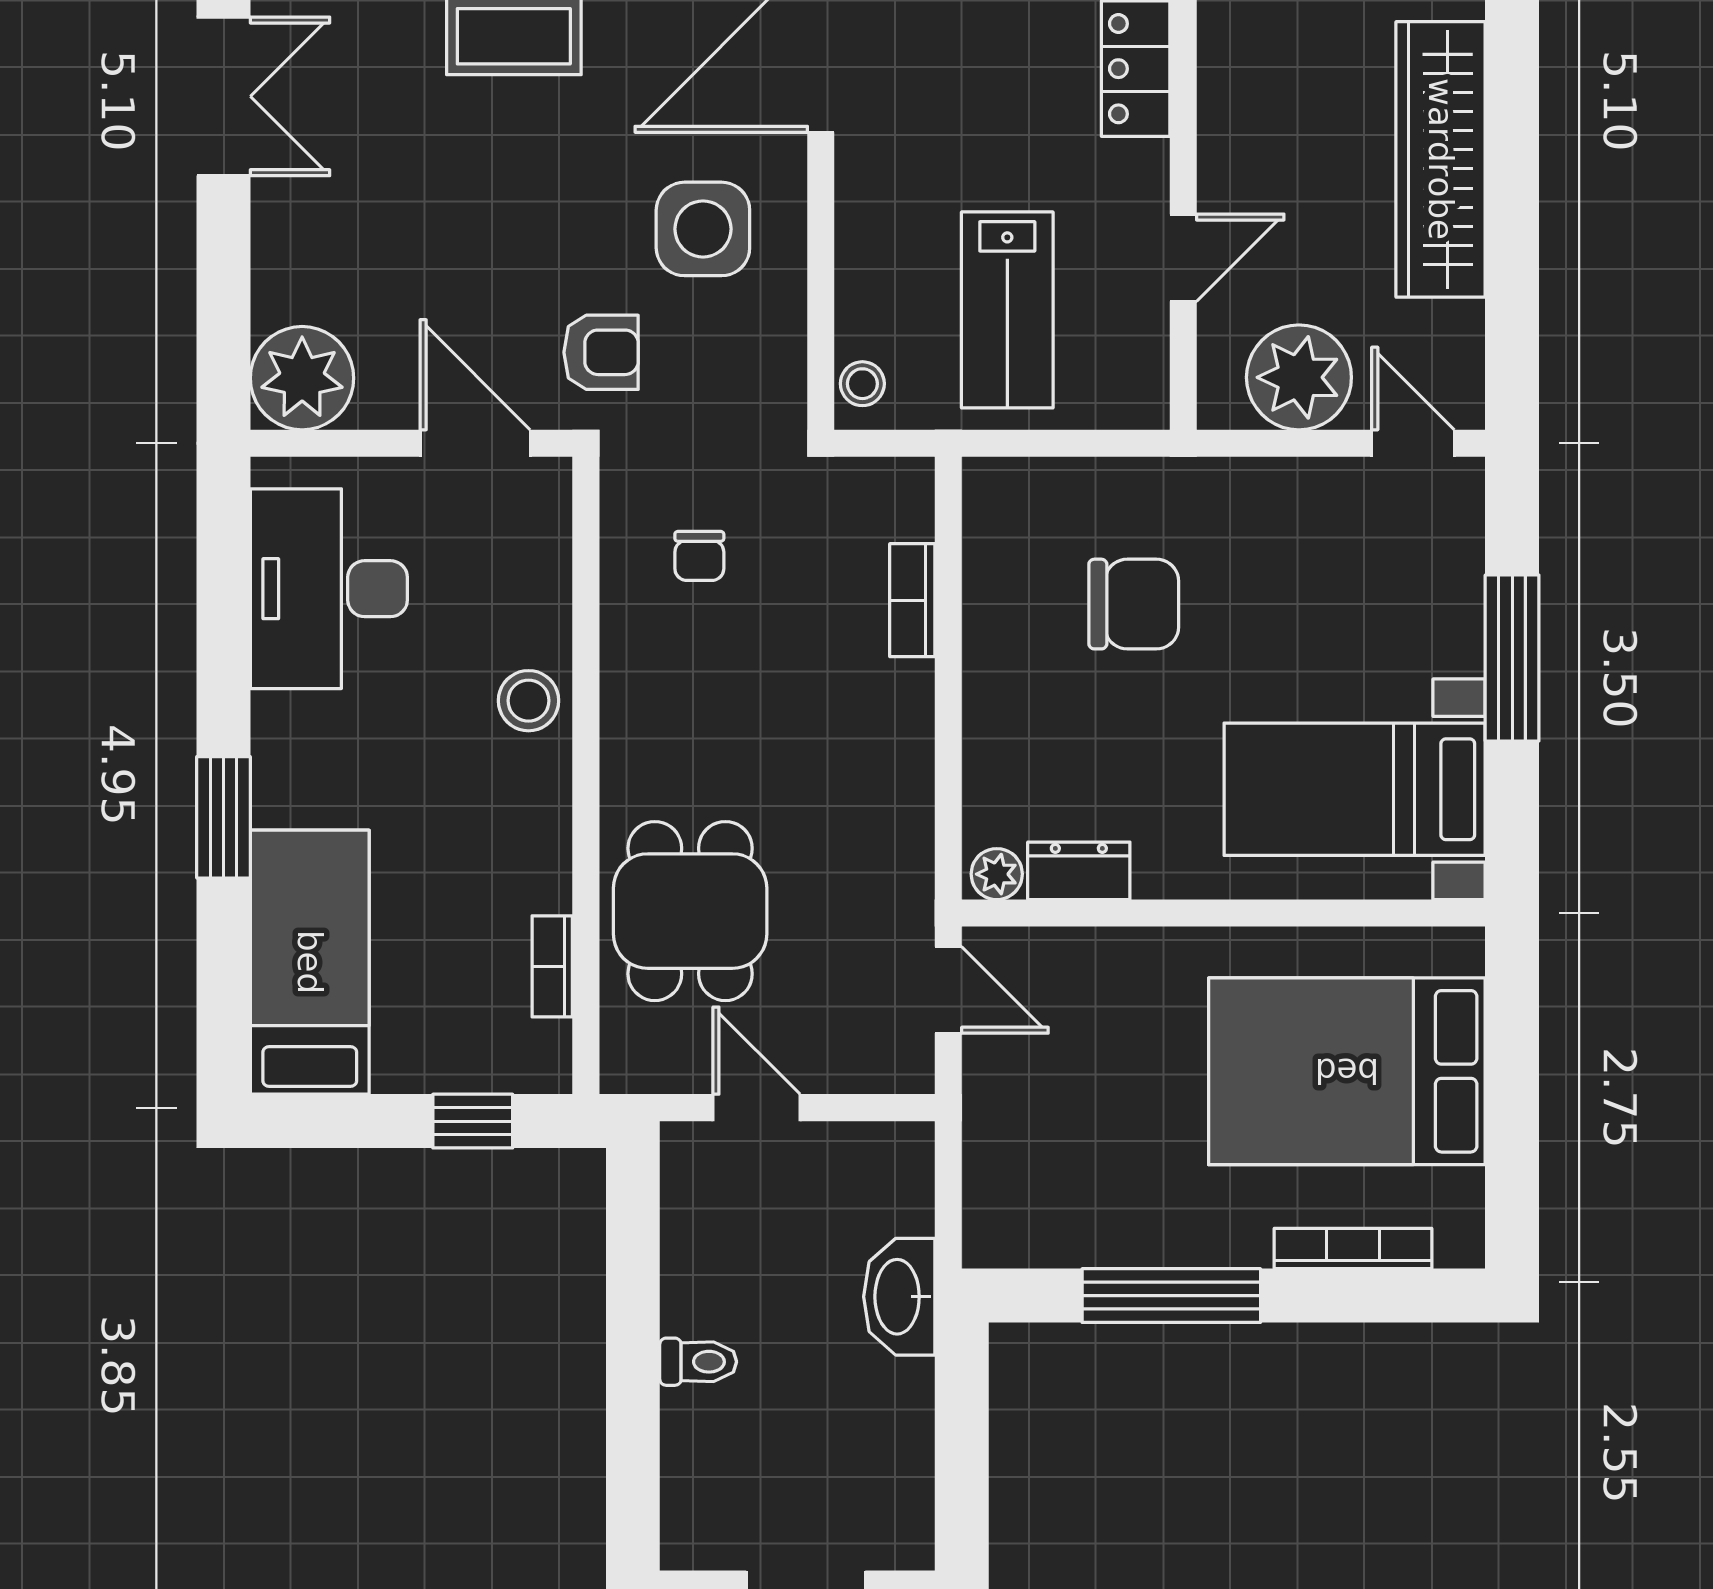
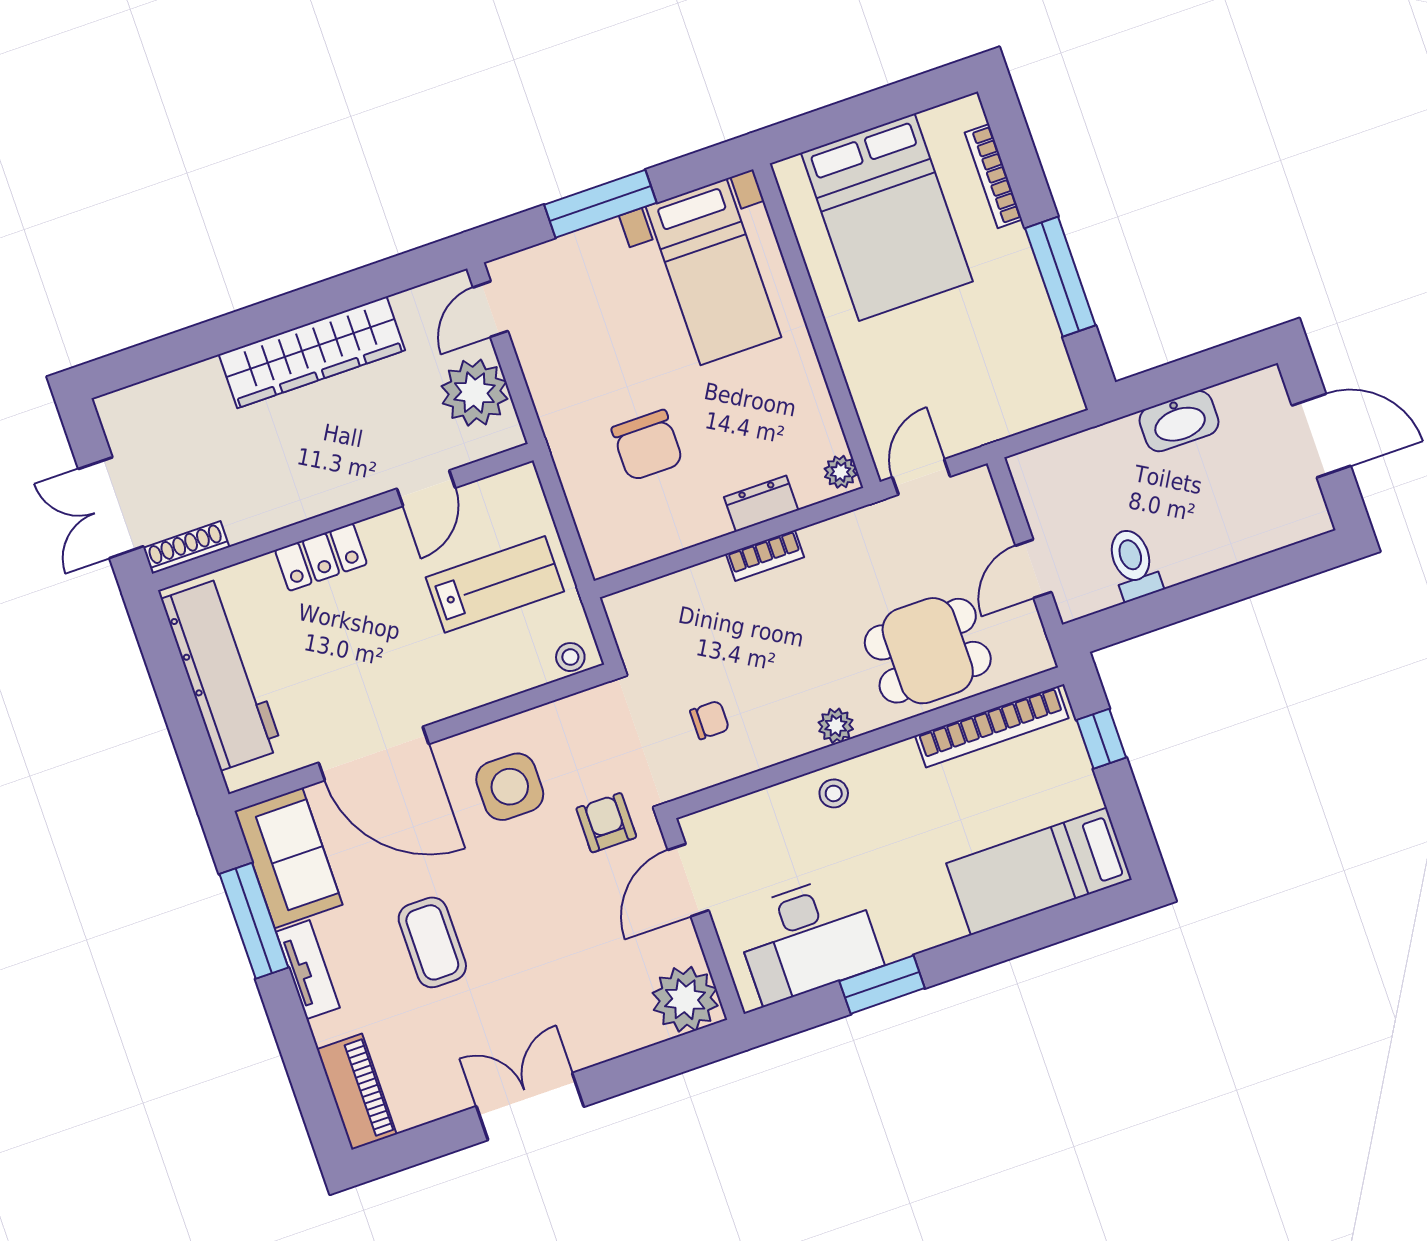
door: (1183, 258) -> (426, 488), swing flipped
bookcase: (912, 600) -> (765, 556), moved
chair: (1134, 604) -> (647, 445), turned 180
stool: (528, 701) -> (834, 793), width x0.73, depth x0.73
plant: (627, 738) -> (836, 726), added
window: (224, 817) -> (882, 985), moved
dresser: (1079, 871) -> (761, 504), moved, turned 90
bookcase: (552, 966) -> (992, 727), width x2.31, depth x1.31
washbasin: (899, 1297) -> (1179, 421), moved
toilet: (698, 1362) -> (1133, 564), moved, width x1.37, depth x1.39

